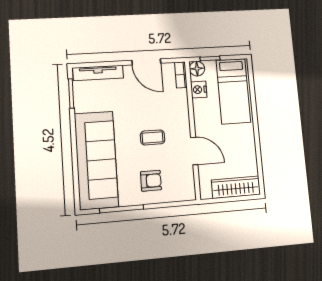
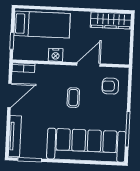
floor lamp: (197, 69) -> (20, 53), removed
nightstand: (199, 90) -> (56, 55), moved
armchair: (151, 181) -> (110, 86), moved, turned -90
wardrobe: (236, 187) -> (111, 20), moved, turned -90

